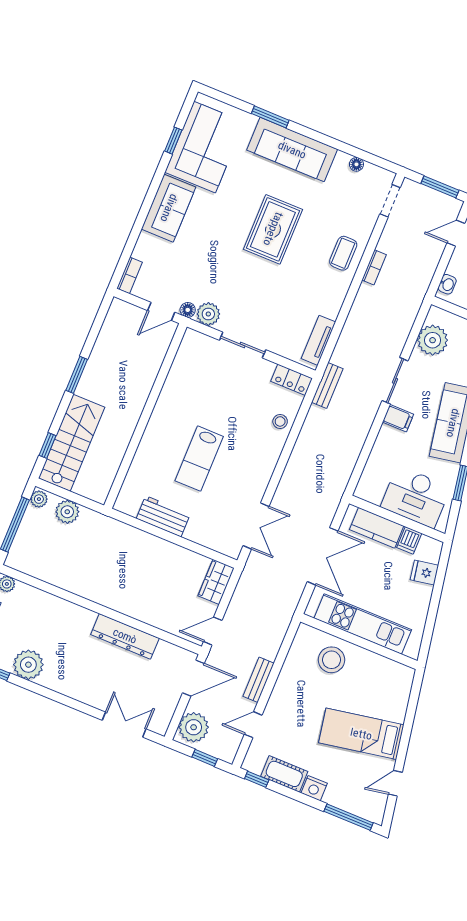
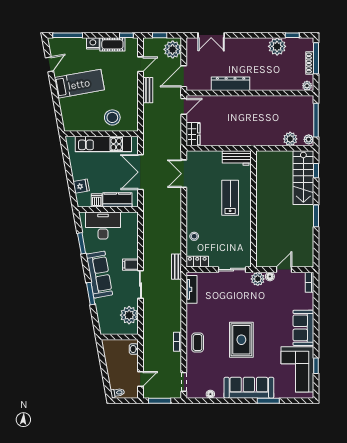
wall: (145, 416) -> (253, 209), moved

